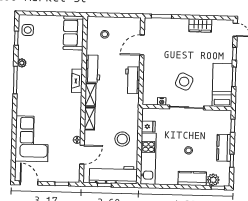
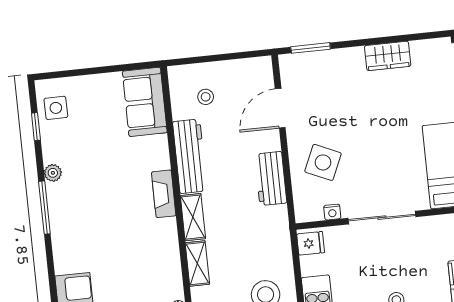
workbench: (93, 69) -> (190, 156), width x1.38
side table: (184, 82) -> (323, 162), moved
fridge: (148, 126) -> (311, 243), moved

